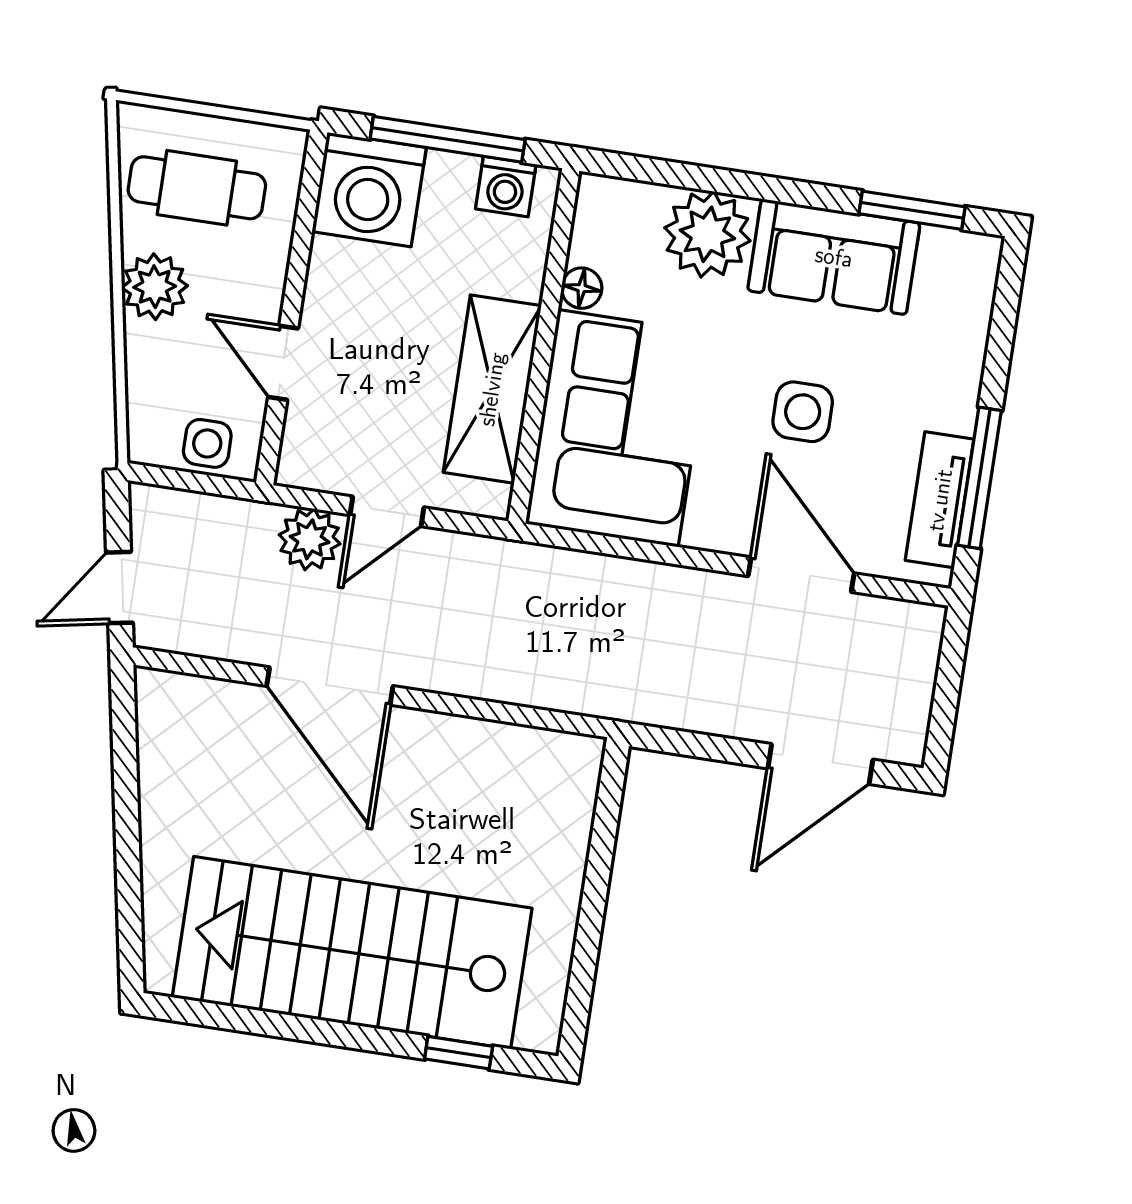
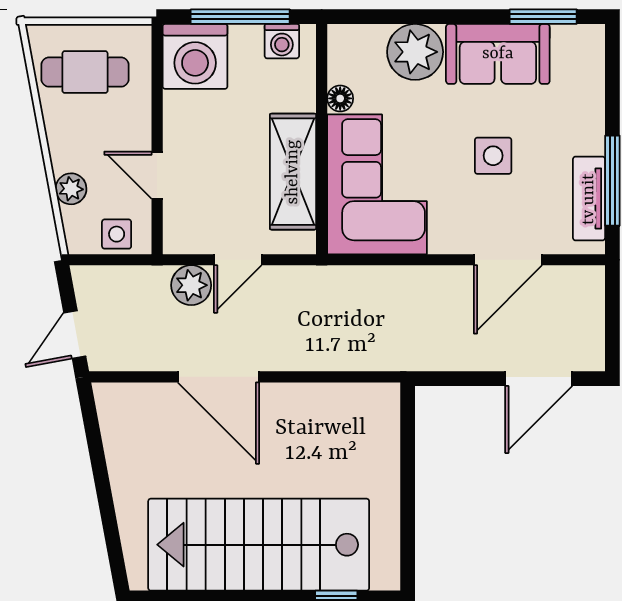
plant: (155, 287) -> (71, 189), moved, width x0.73, depth x0.73
door: (801, 575) -> (508, 260), swing flipped

